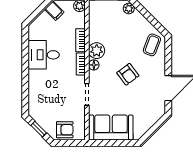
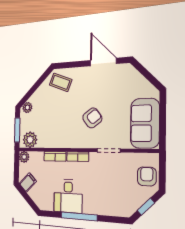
plant: (97, 51) -> (30, 140), moved
floor lamp: (94, 65) -> (79, 143), removed
window: (25, 66) -> (79, 216), added
armchair: (128, 74) -> (92, 118), moved

